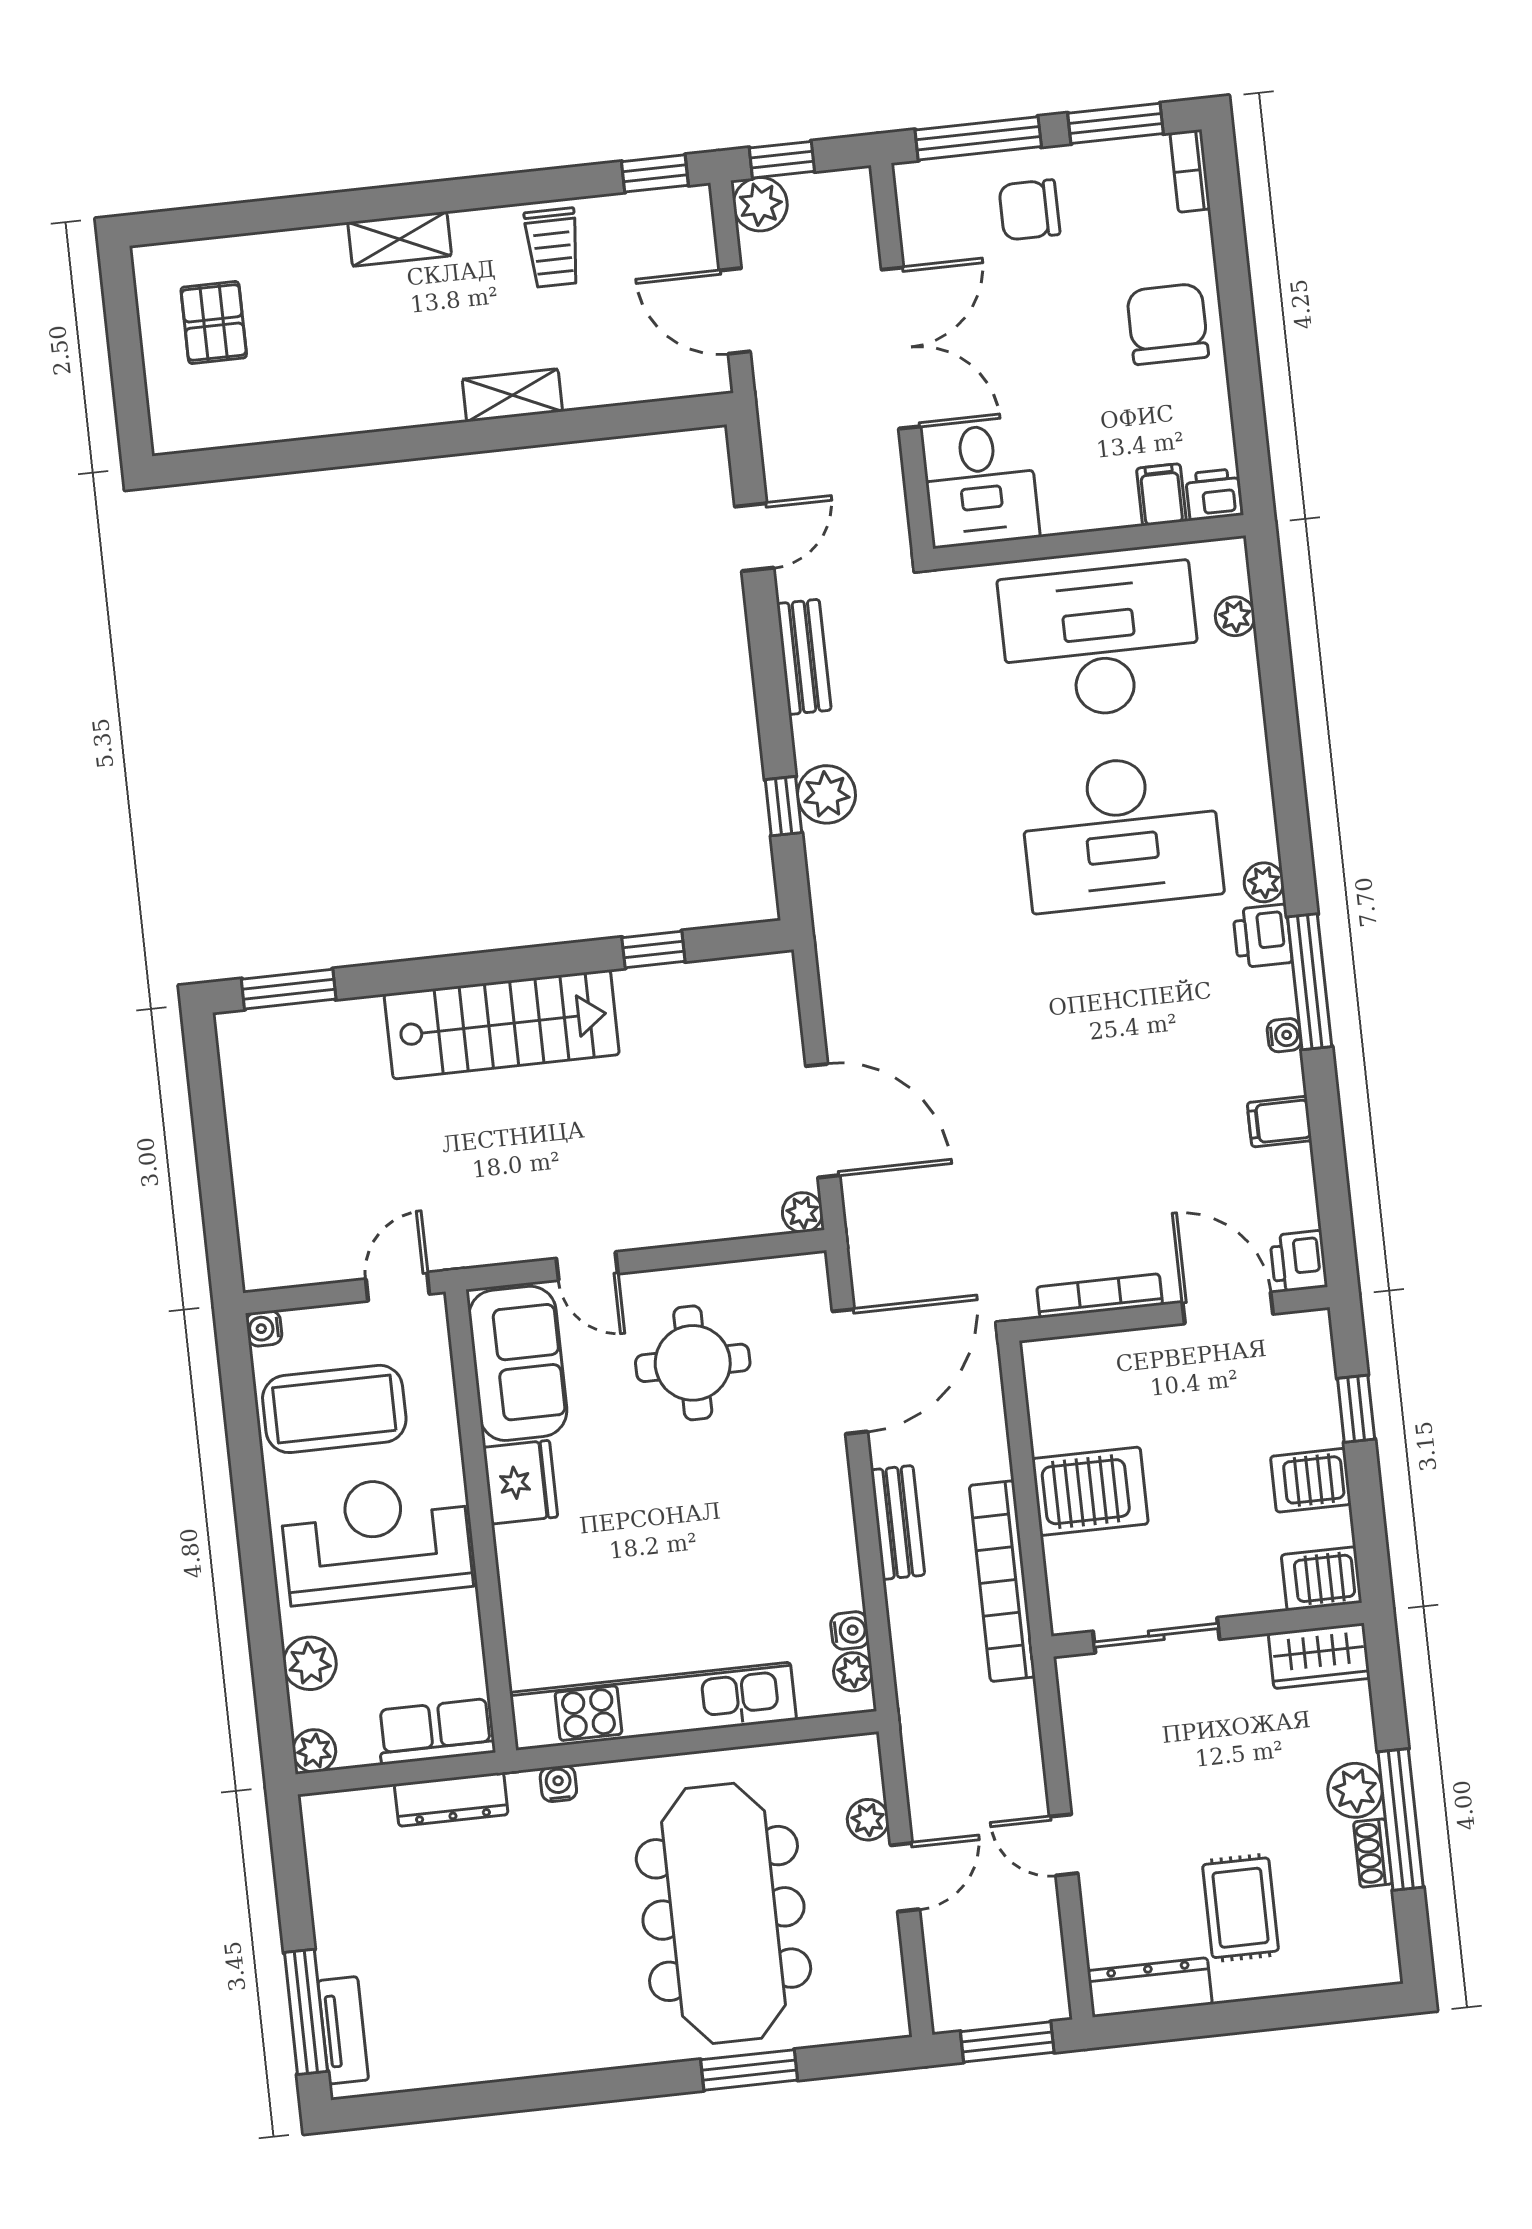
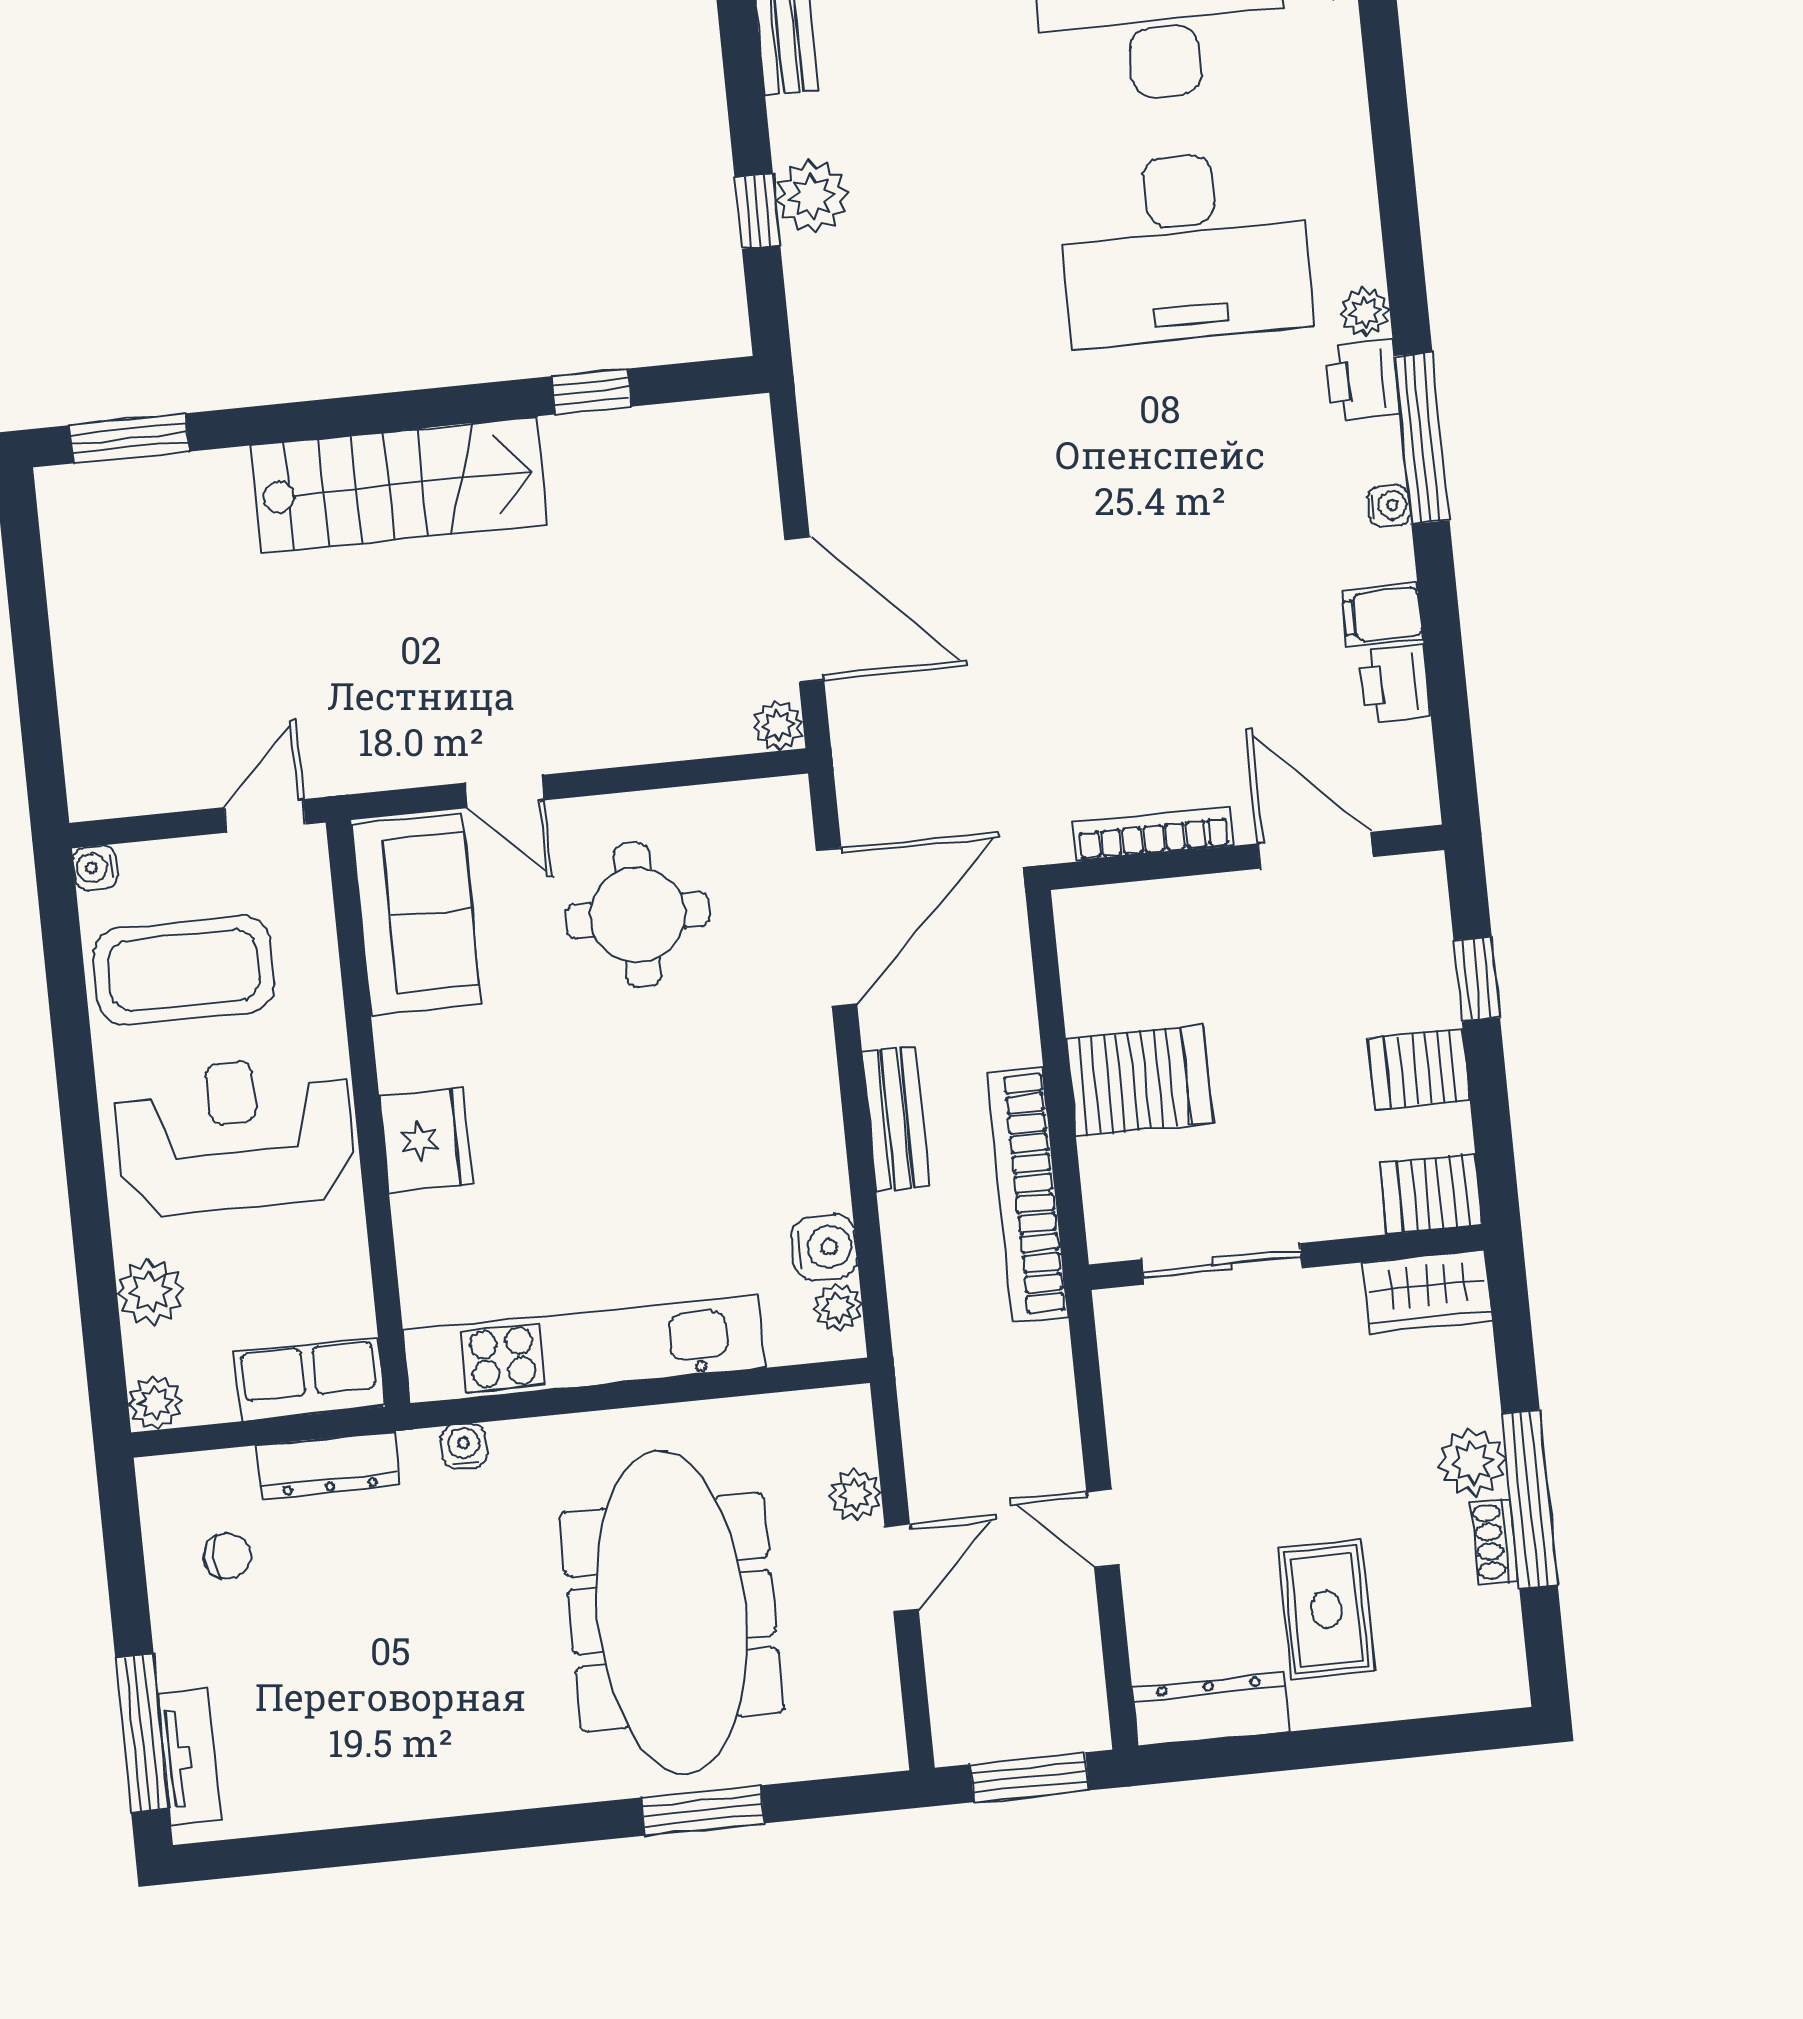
printer: (1299, 1261) -> (1394, 684), moved
fridge: (520, 1482) -> (426, 1140), moved
water cooler: (850, 1630) -> (824, 1247), width x1.38, depth x1.38
chair: (372, 1871) -> (227, 1556), added

